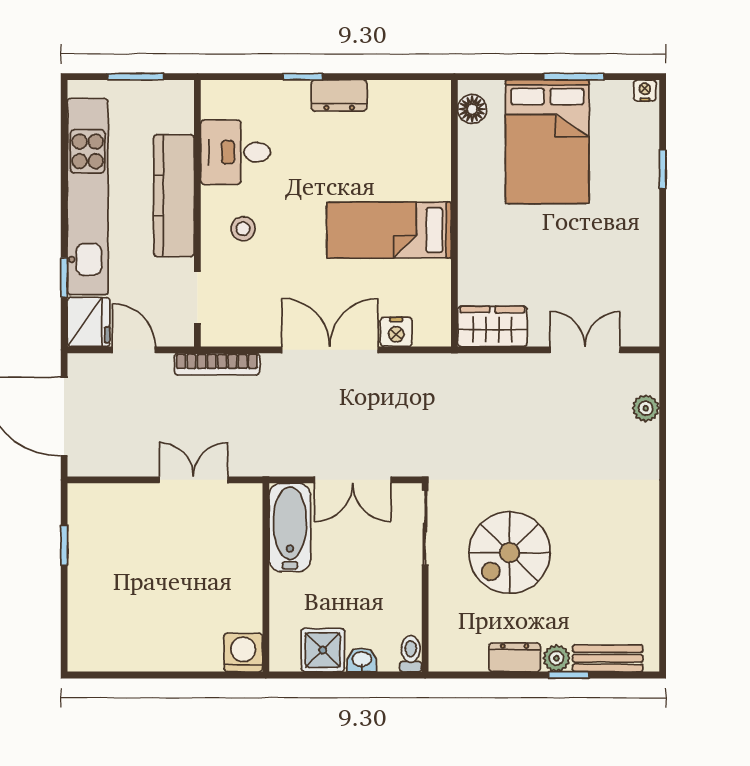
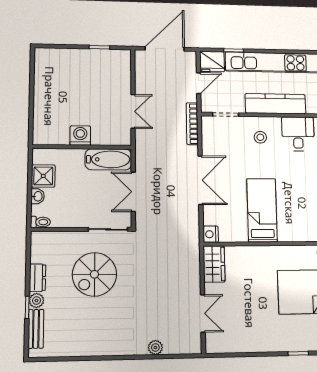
nightstand: (396, 332) -> (211, 234), moved
plant: (646, 408) -> (155, 347), moved
spiral stairs: (510, 553) -> (94, 274), turned -90
washing machine: (243, 652) -> (80, 136), moved, turned -90

